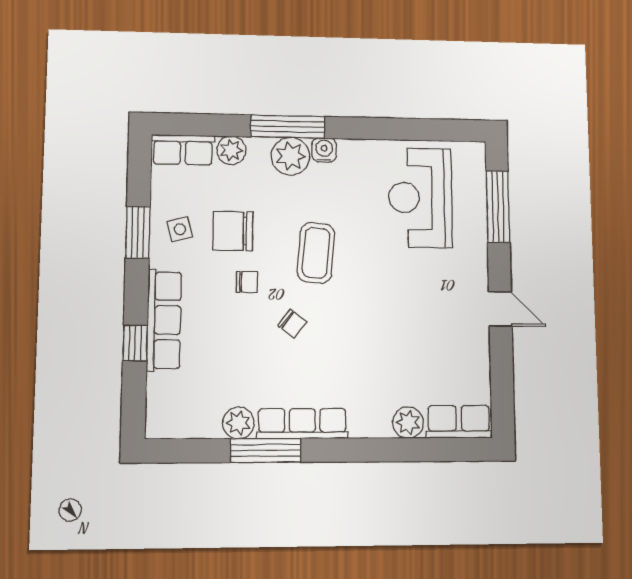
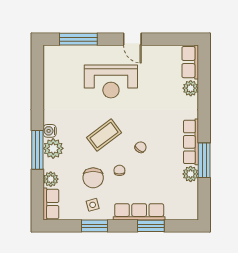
reception desk: (420, 198) -> (111, 81), moved
coffee table: (316, 253) -> (104, 135), turned -42
door: (500, 309) -> (132, 39), swing flipped
window: (135, 343) -> (151, 226), width x1.50

